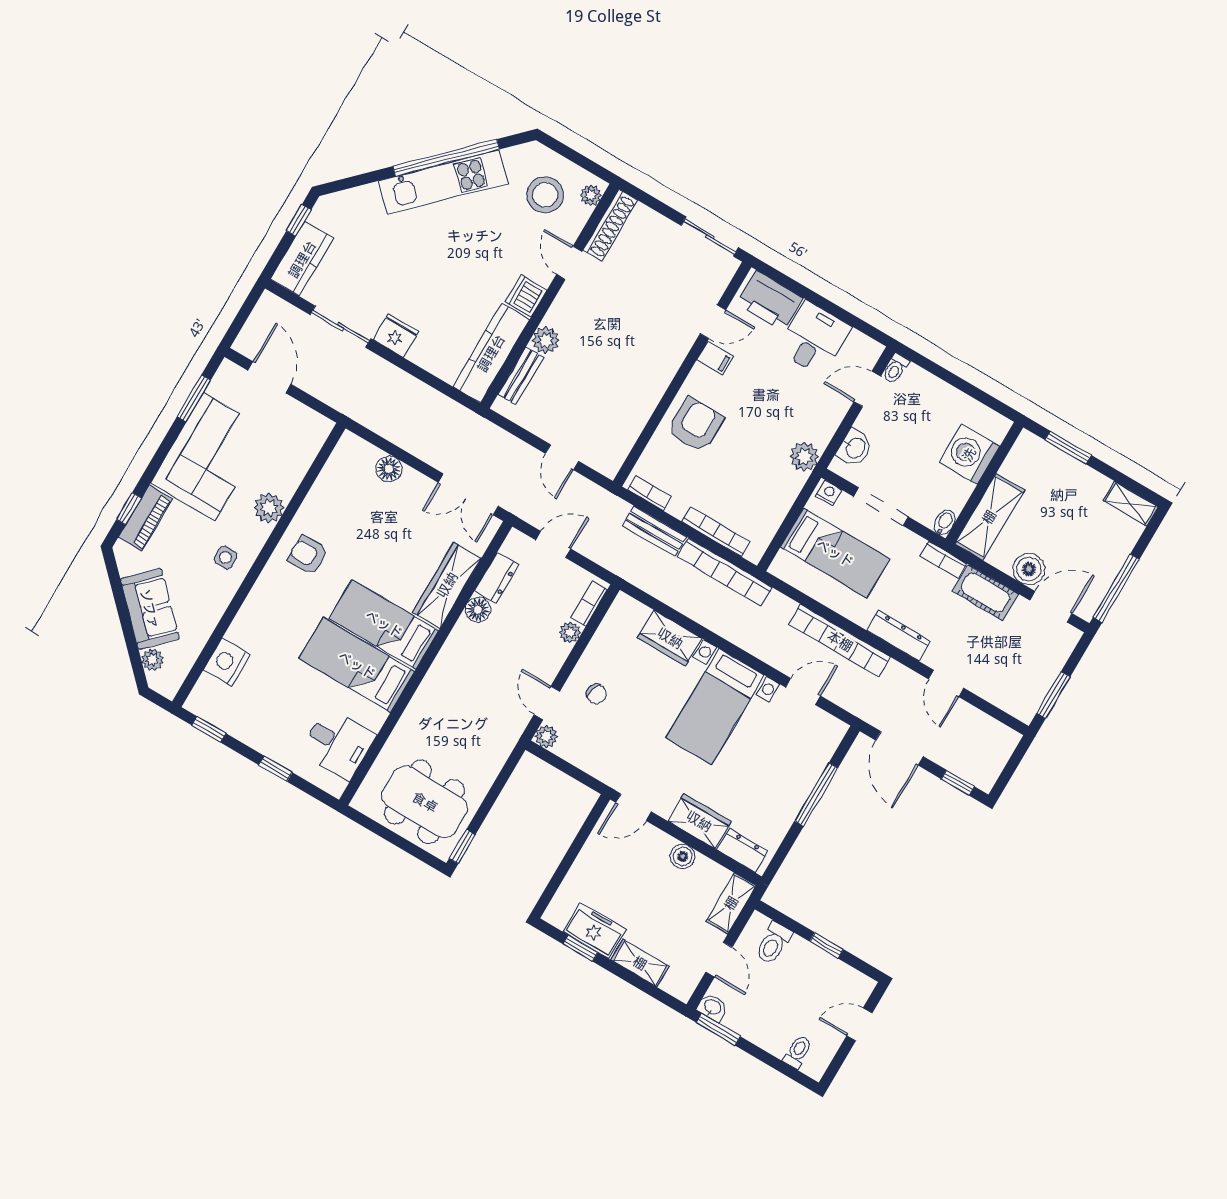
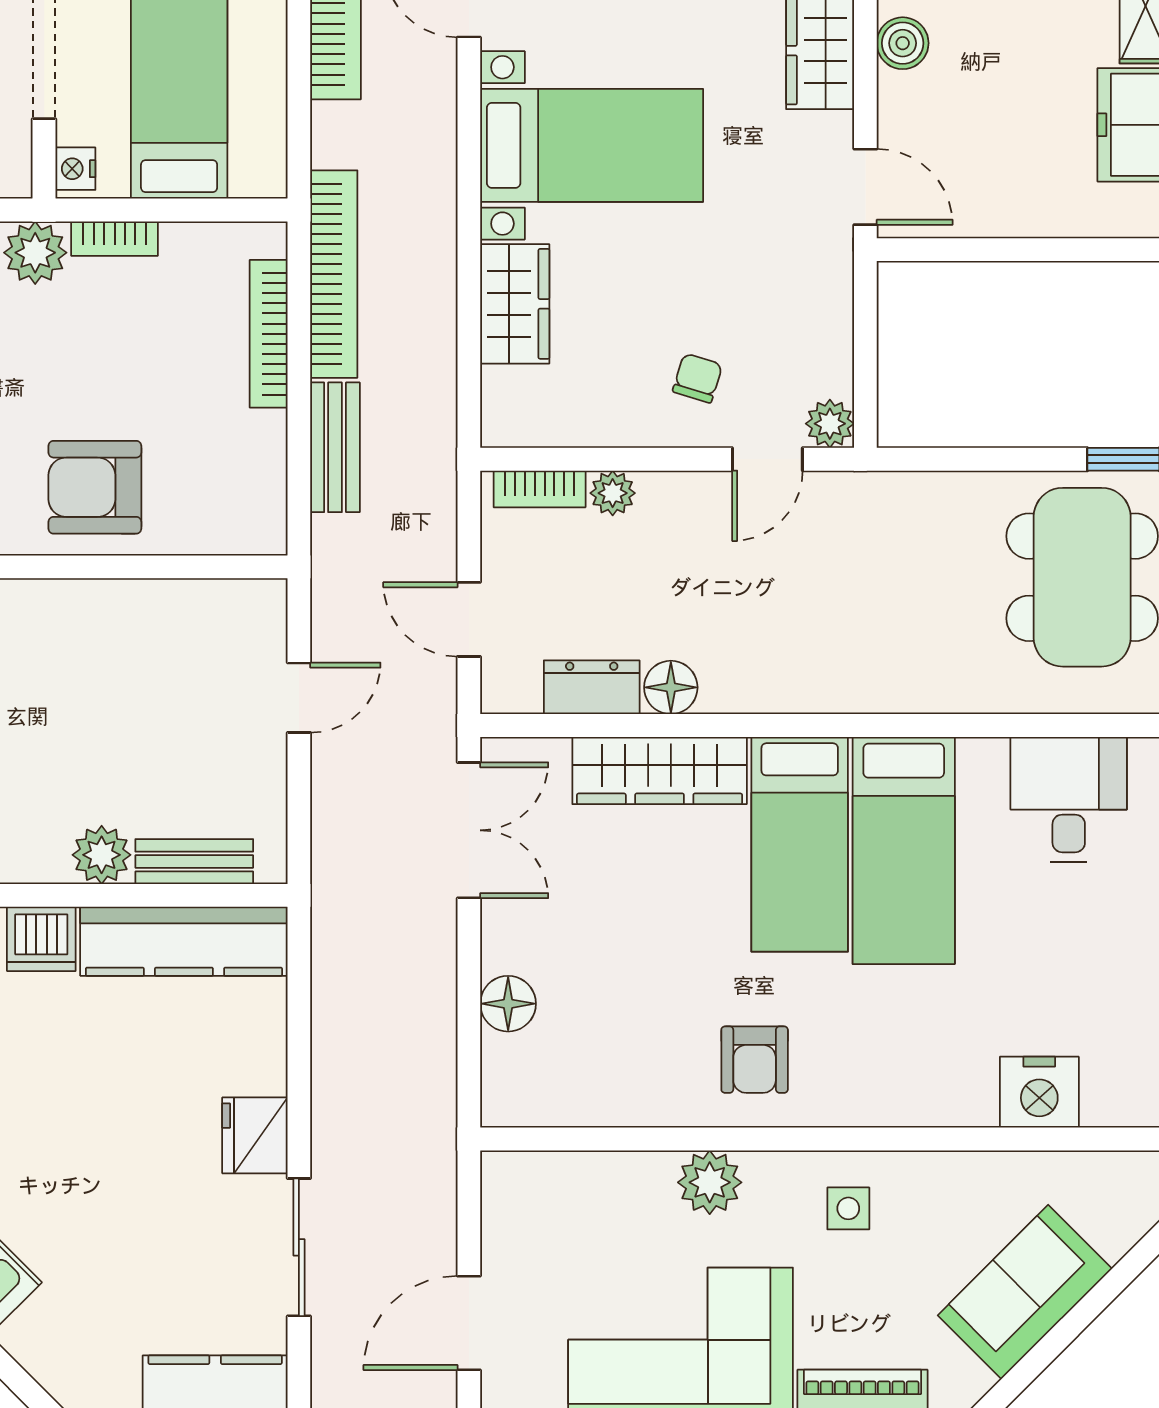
bookcase: (649, 493) -> (115, 239), moved, turned -90
plant: (152, 660) -> (1115, 1232), removed

